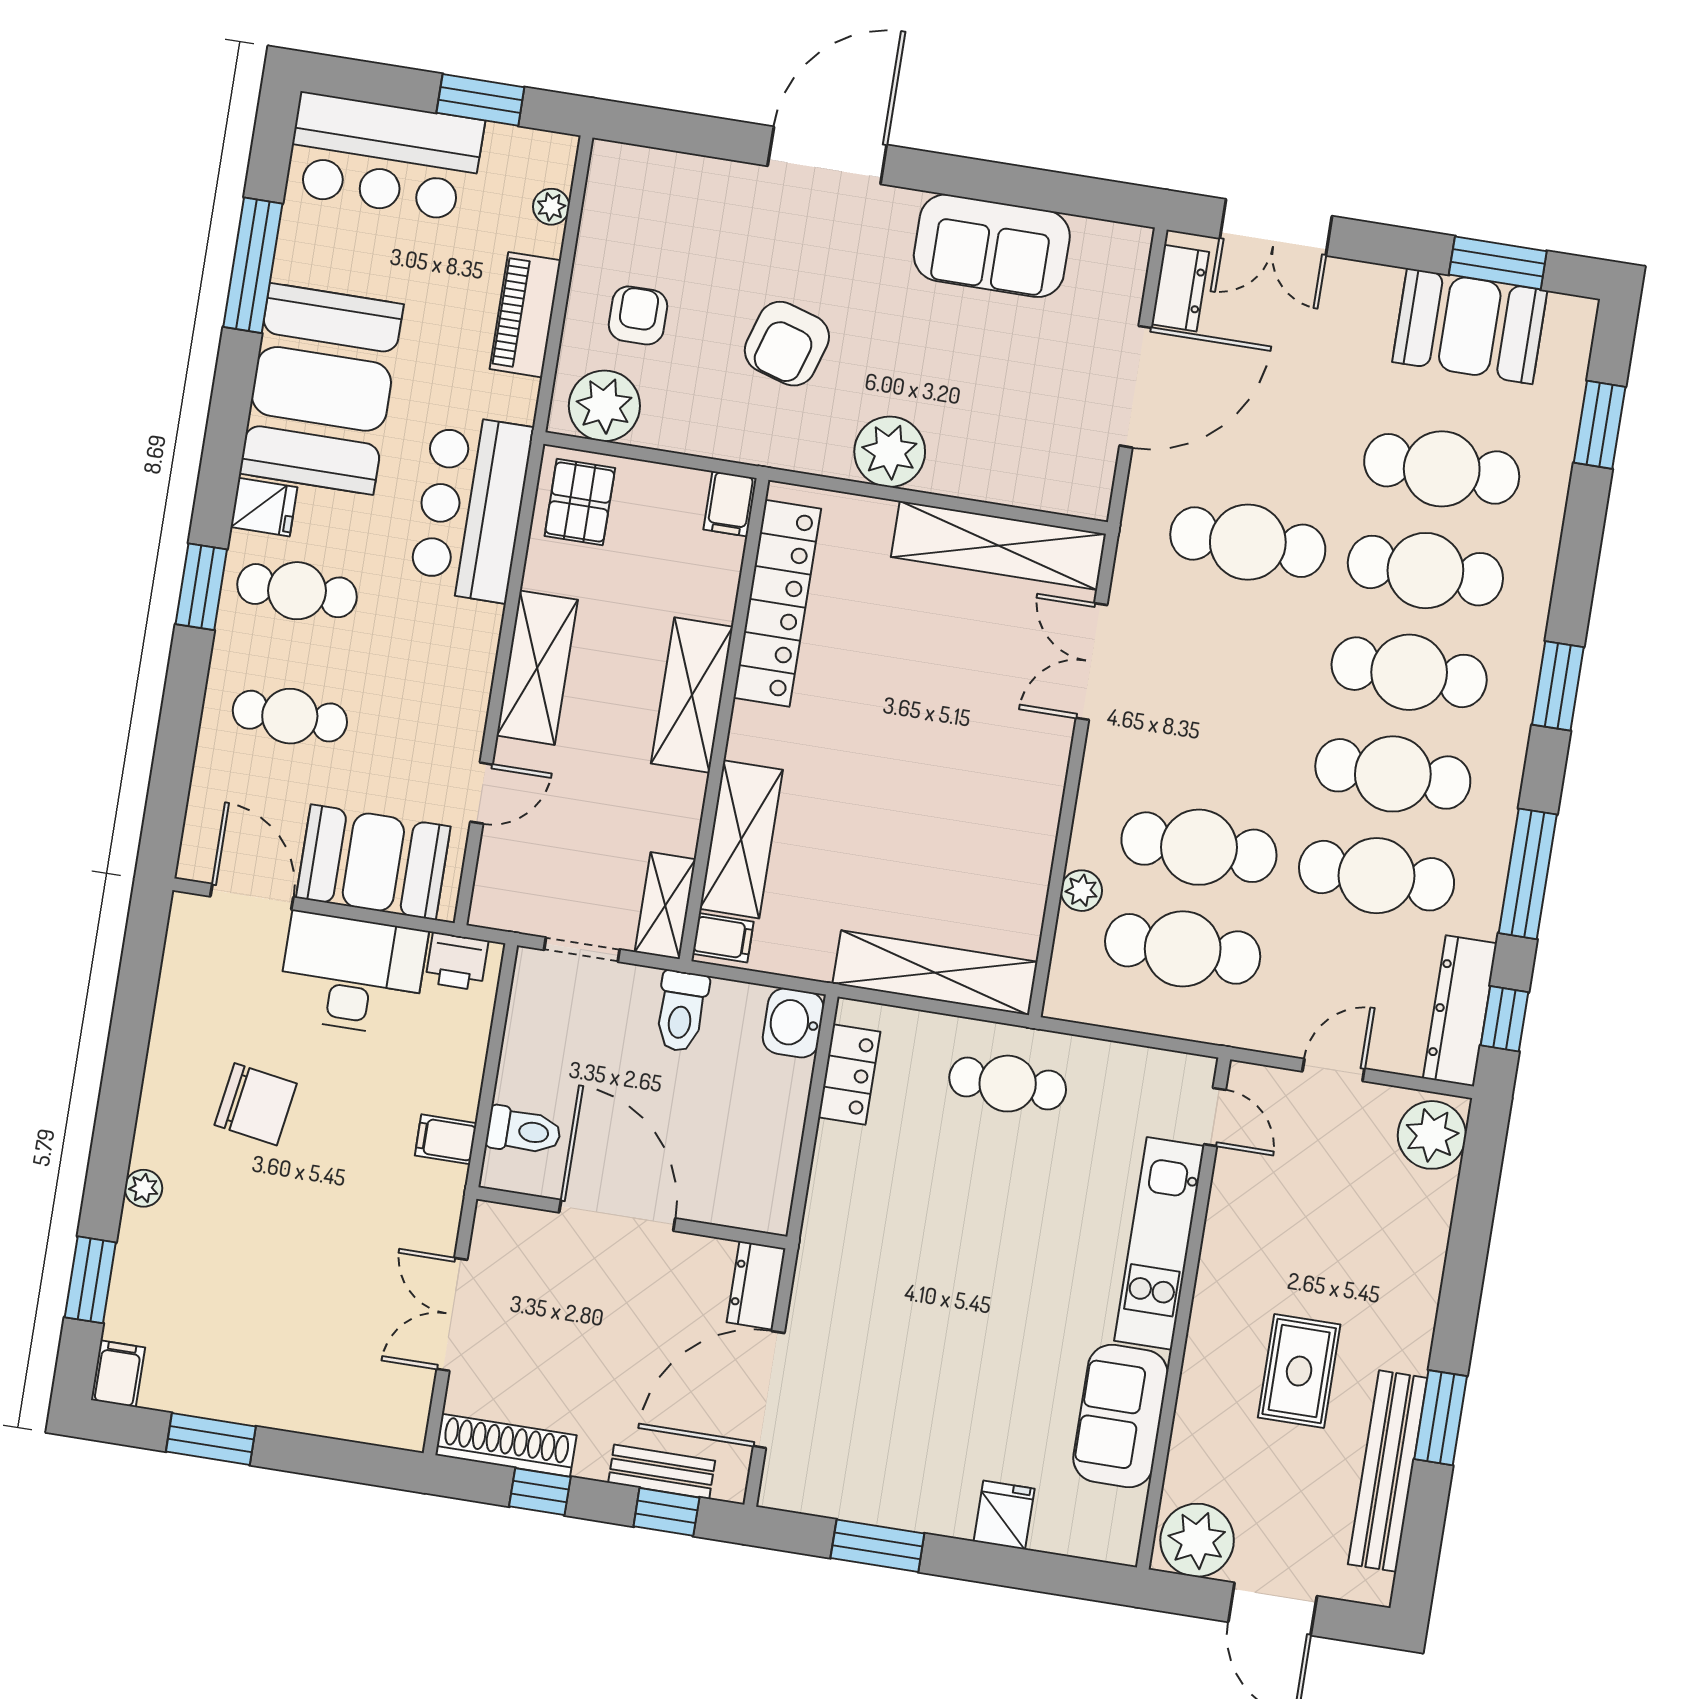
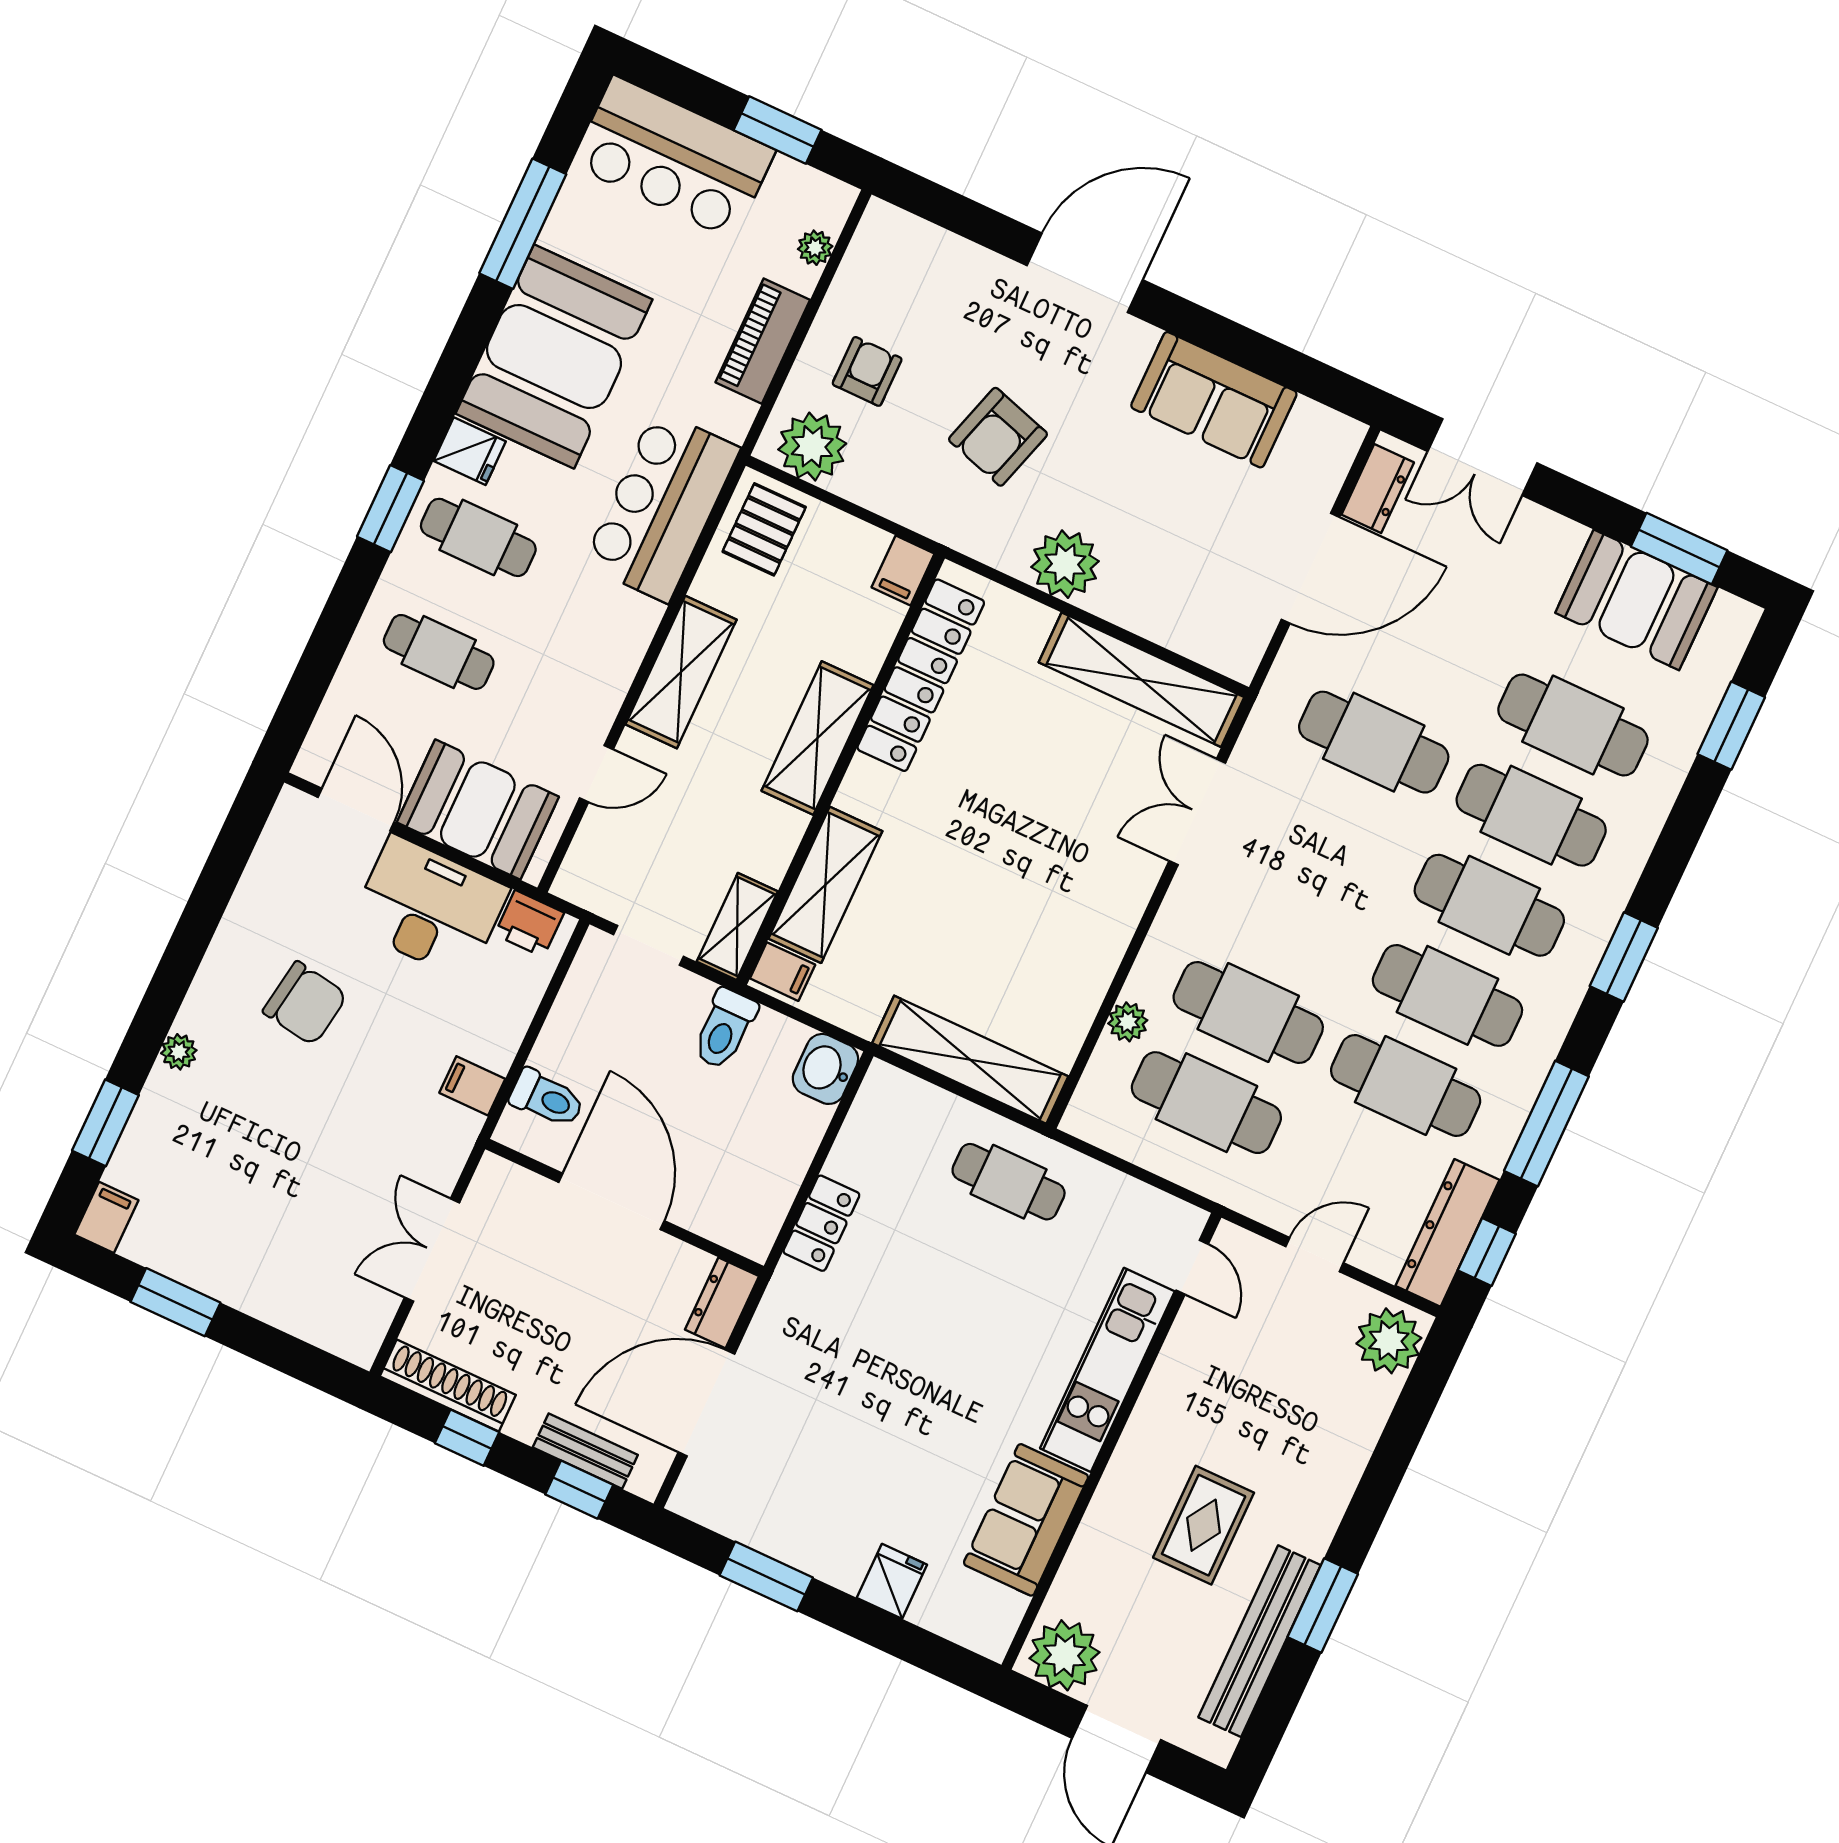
locker: (849, 1075) -> (821, 1223), moved

